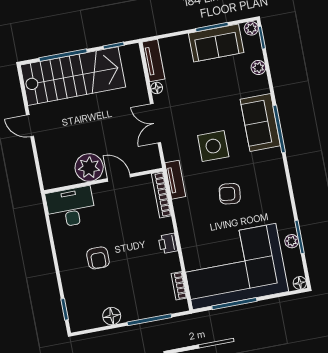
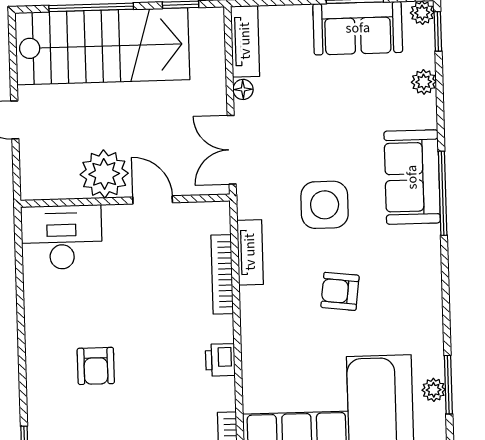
plant: (89, 167) -> (104, 174), moved
door: (119, 178) -> (153, 200), moved
wall: (103, 181) -> (125, 201), moved
desk: (71, 207) -> (62, 237), moved

